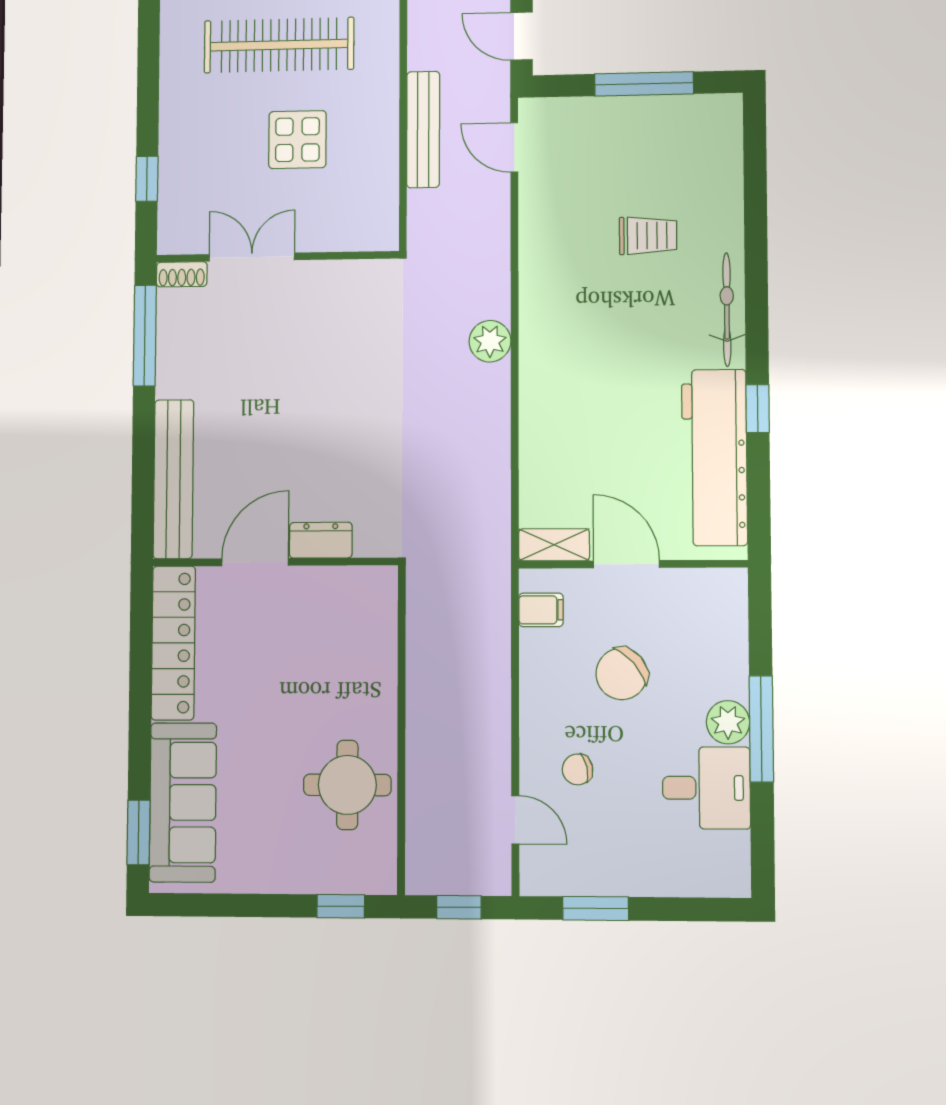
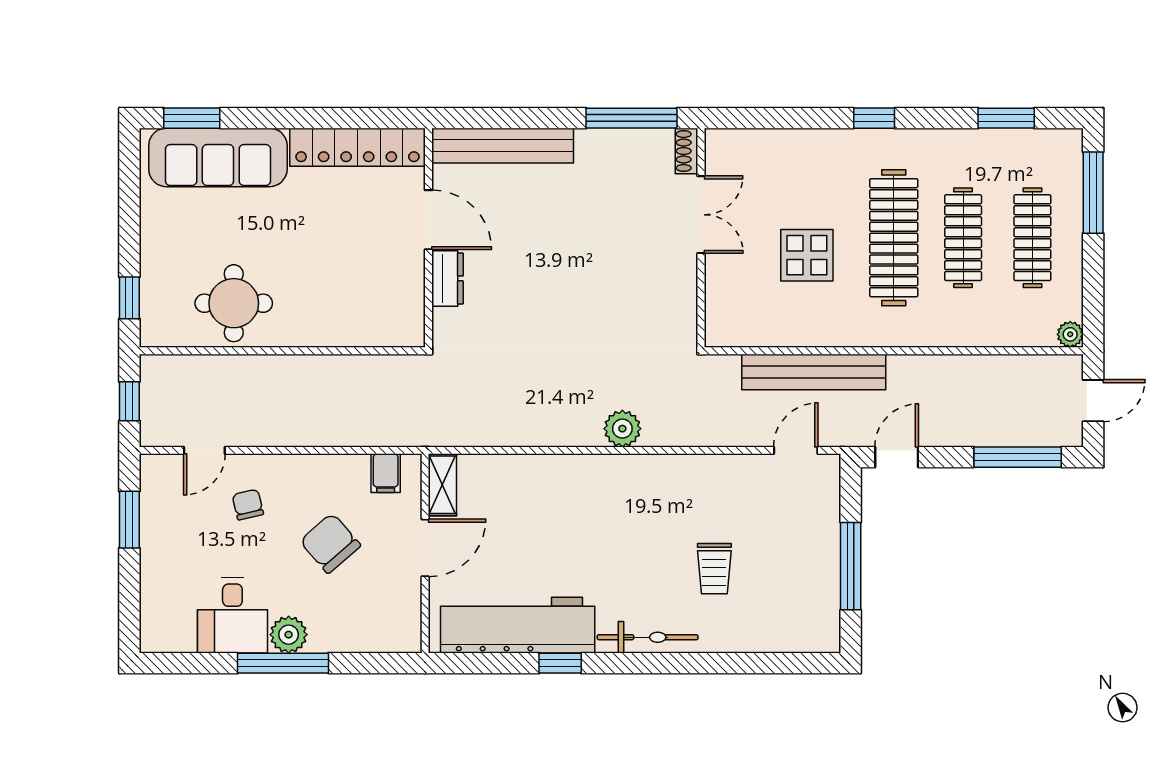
bench: (423, 129) -> (814, 372), width x1.37, depth x1.21
window: (147, 179) -> (874, 118), moved

